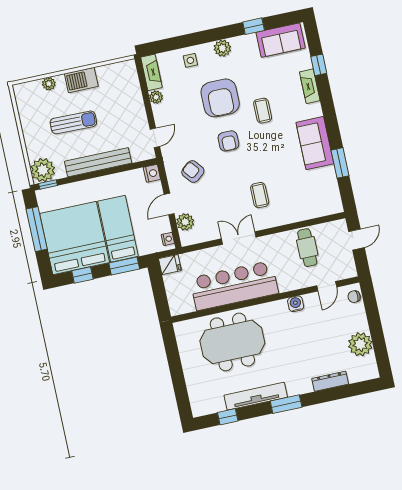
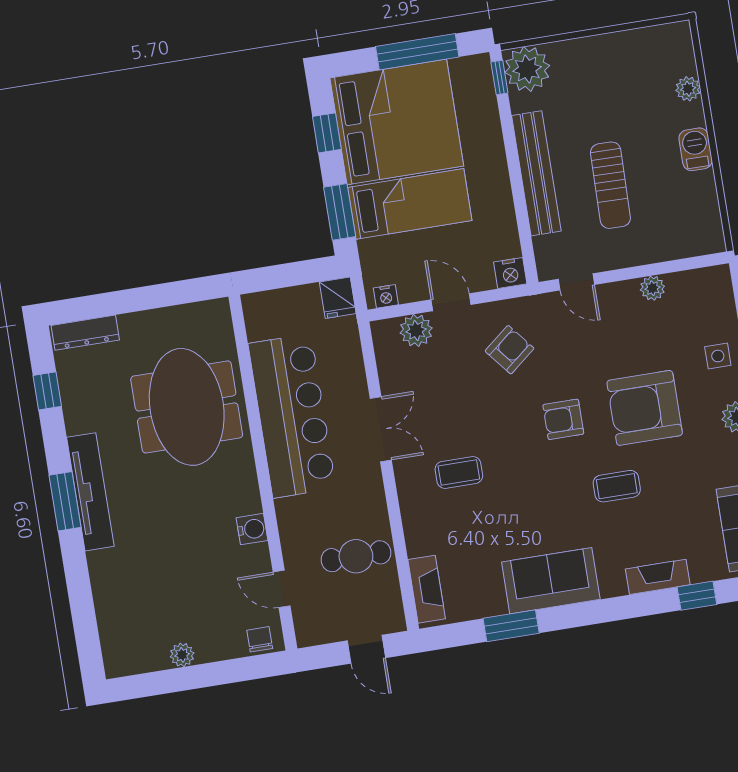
fireplace: (151, 72) -> (427, 589), moved, turned -90
barbecue: (81, 80) -> (696, 149), width x0.73, depth x0.79
sun lounger: (73, 122) -> (610, 185), moved
plant: (360, 344) -> (182, 655), width x0.53, depth x0.53
dresser: (330, 381) -> (85, 333), moved, turned 90
tv unit: (256, 396) -> (90, 492), moved

